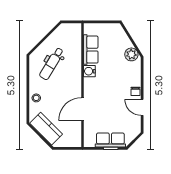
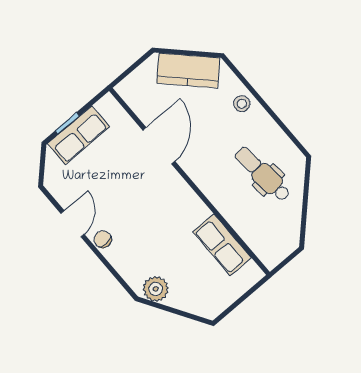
dental chair: (52, 64) -> (262, 174), turned -36
water cooler: (89, 71) -> (197, 211), removed
door: (142, 107) -> (73, 224), hinge flipped

